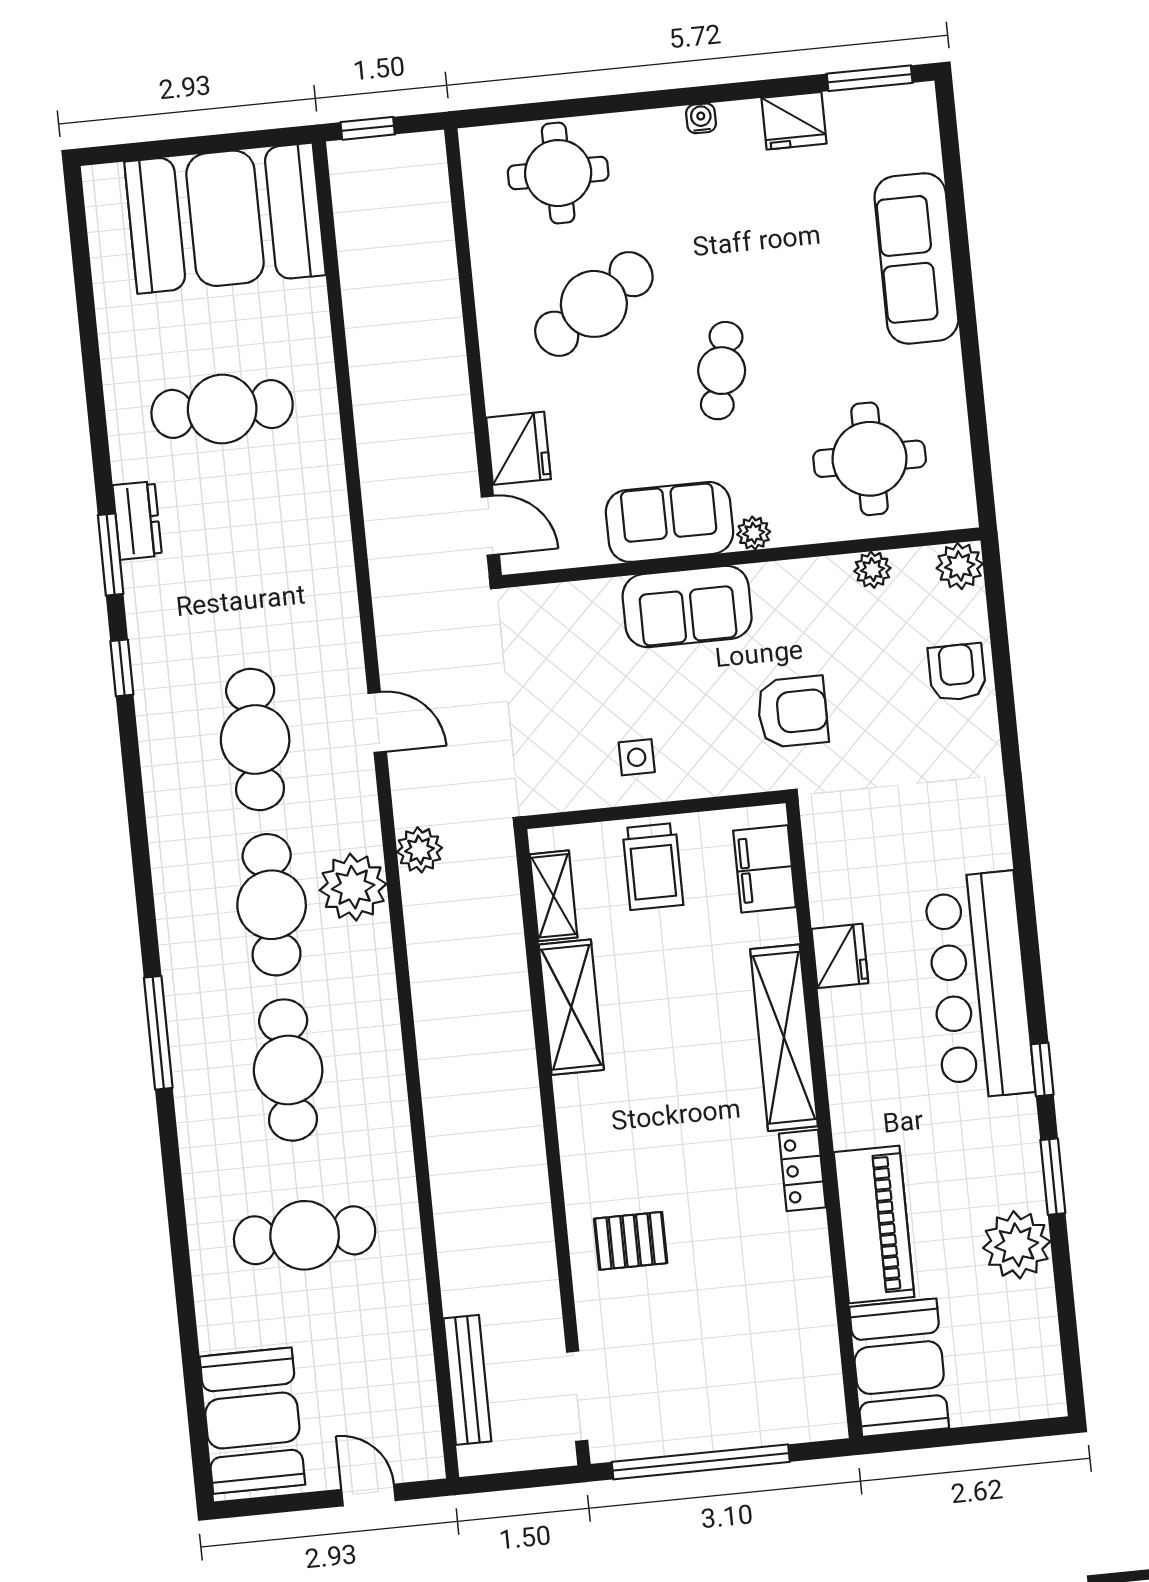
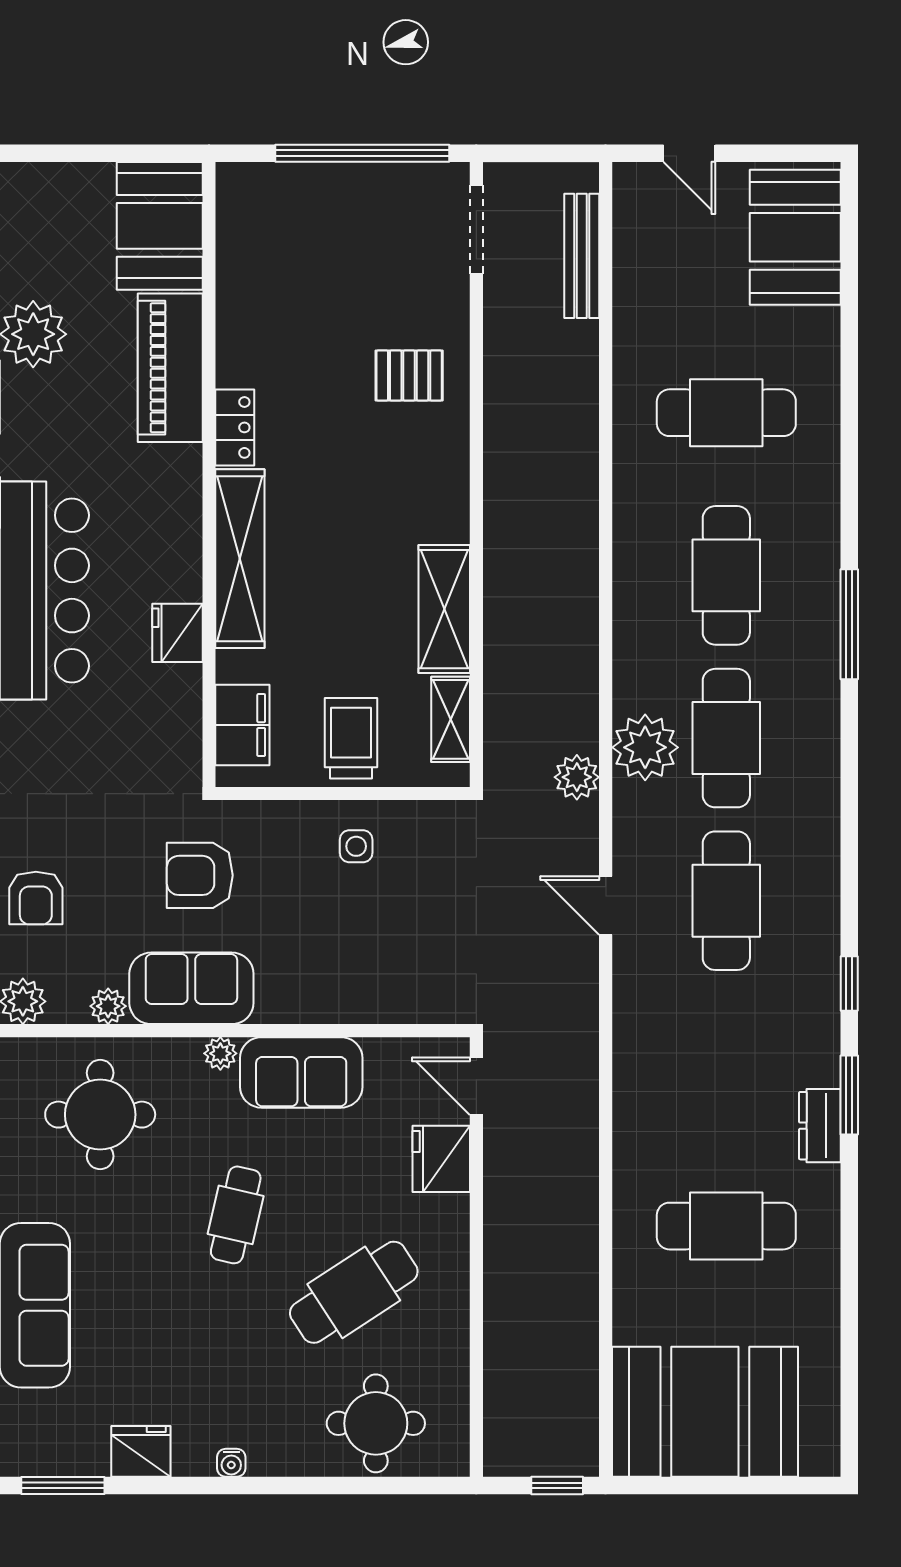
sofa: (687, 607) -> (191, 988), moved

